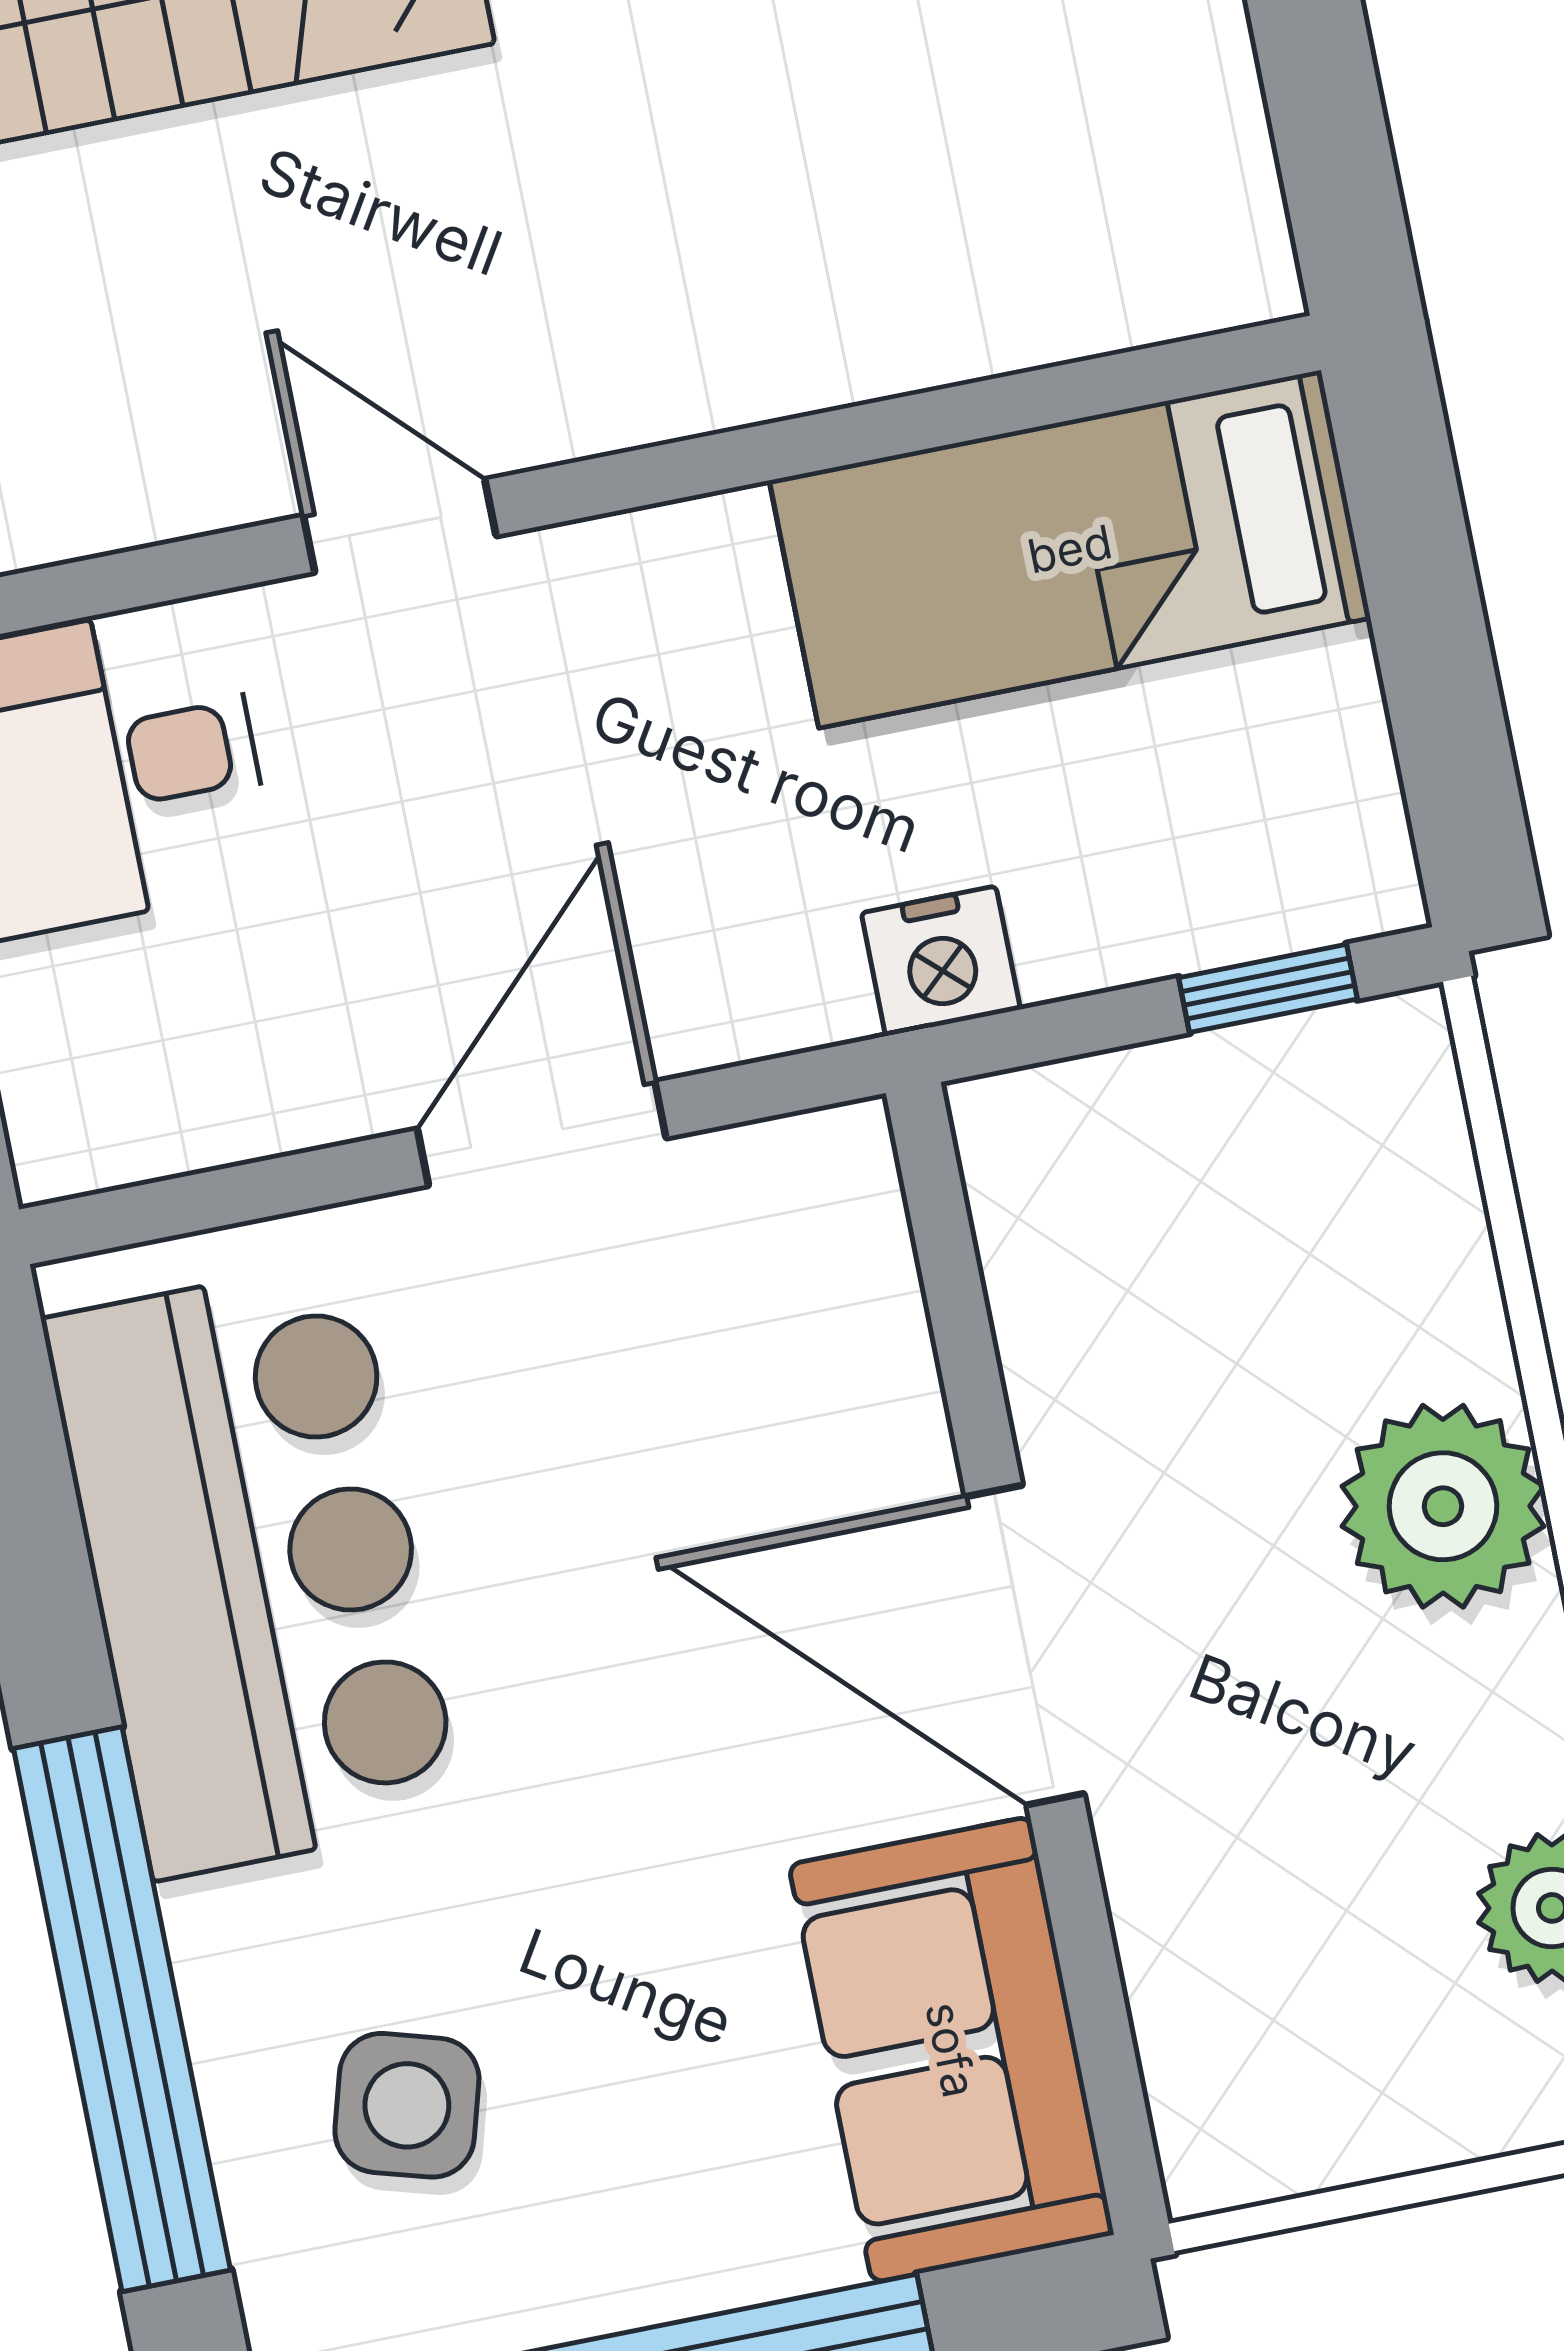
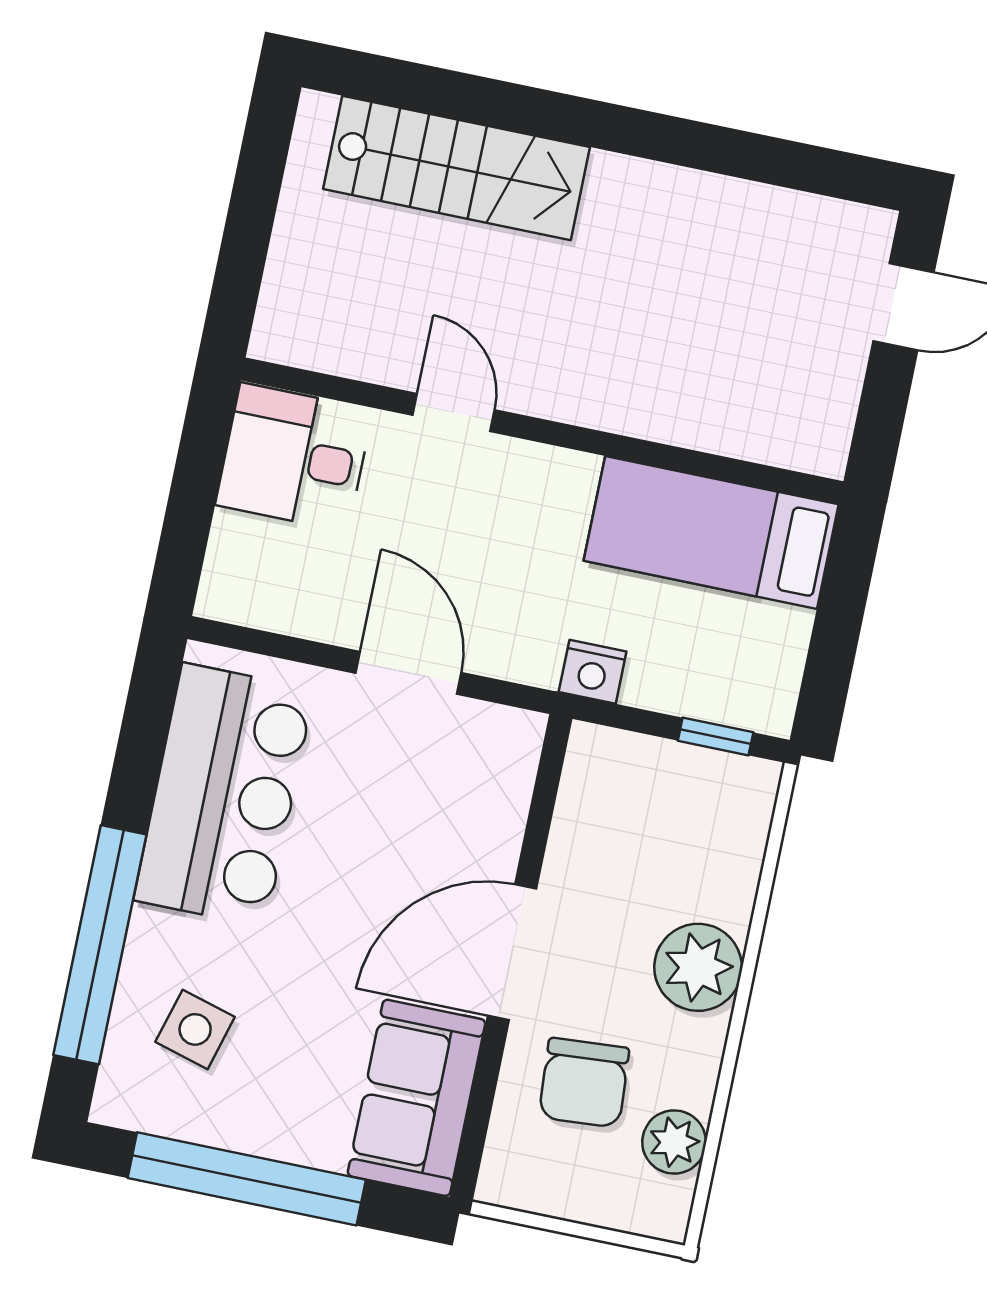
door: (542, 1133) -> (408, 673), hinge flipped
door: (1025, 1645) -> (512, 952), hinge flipped
chair: (1301, 1862) -> (584, 1083), added

